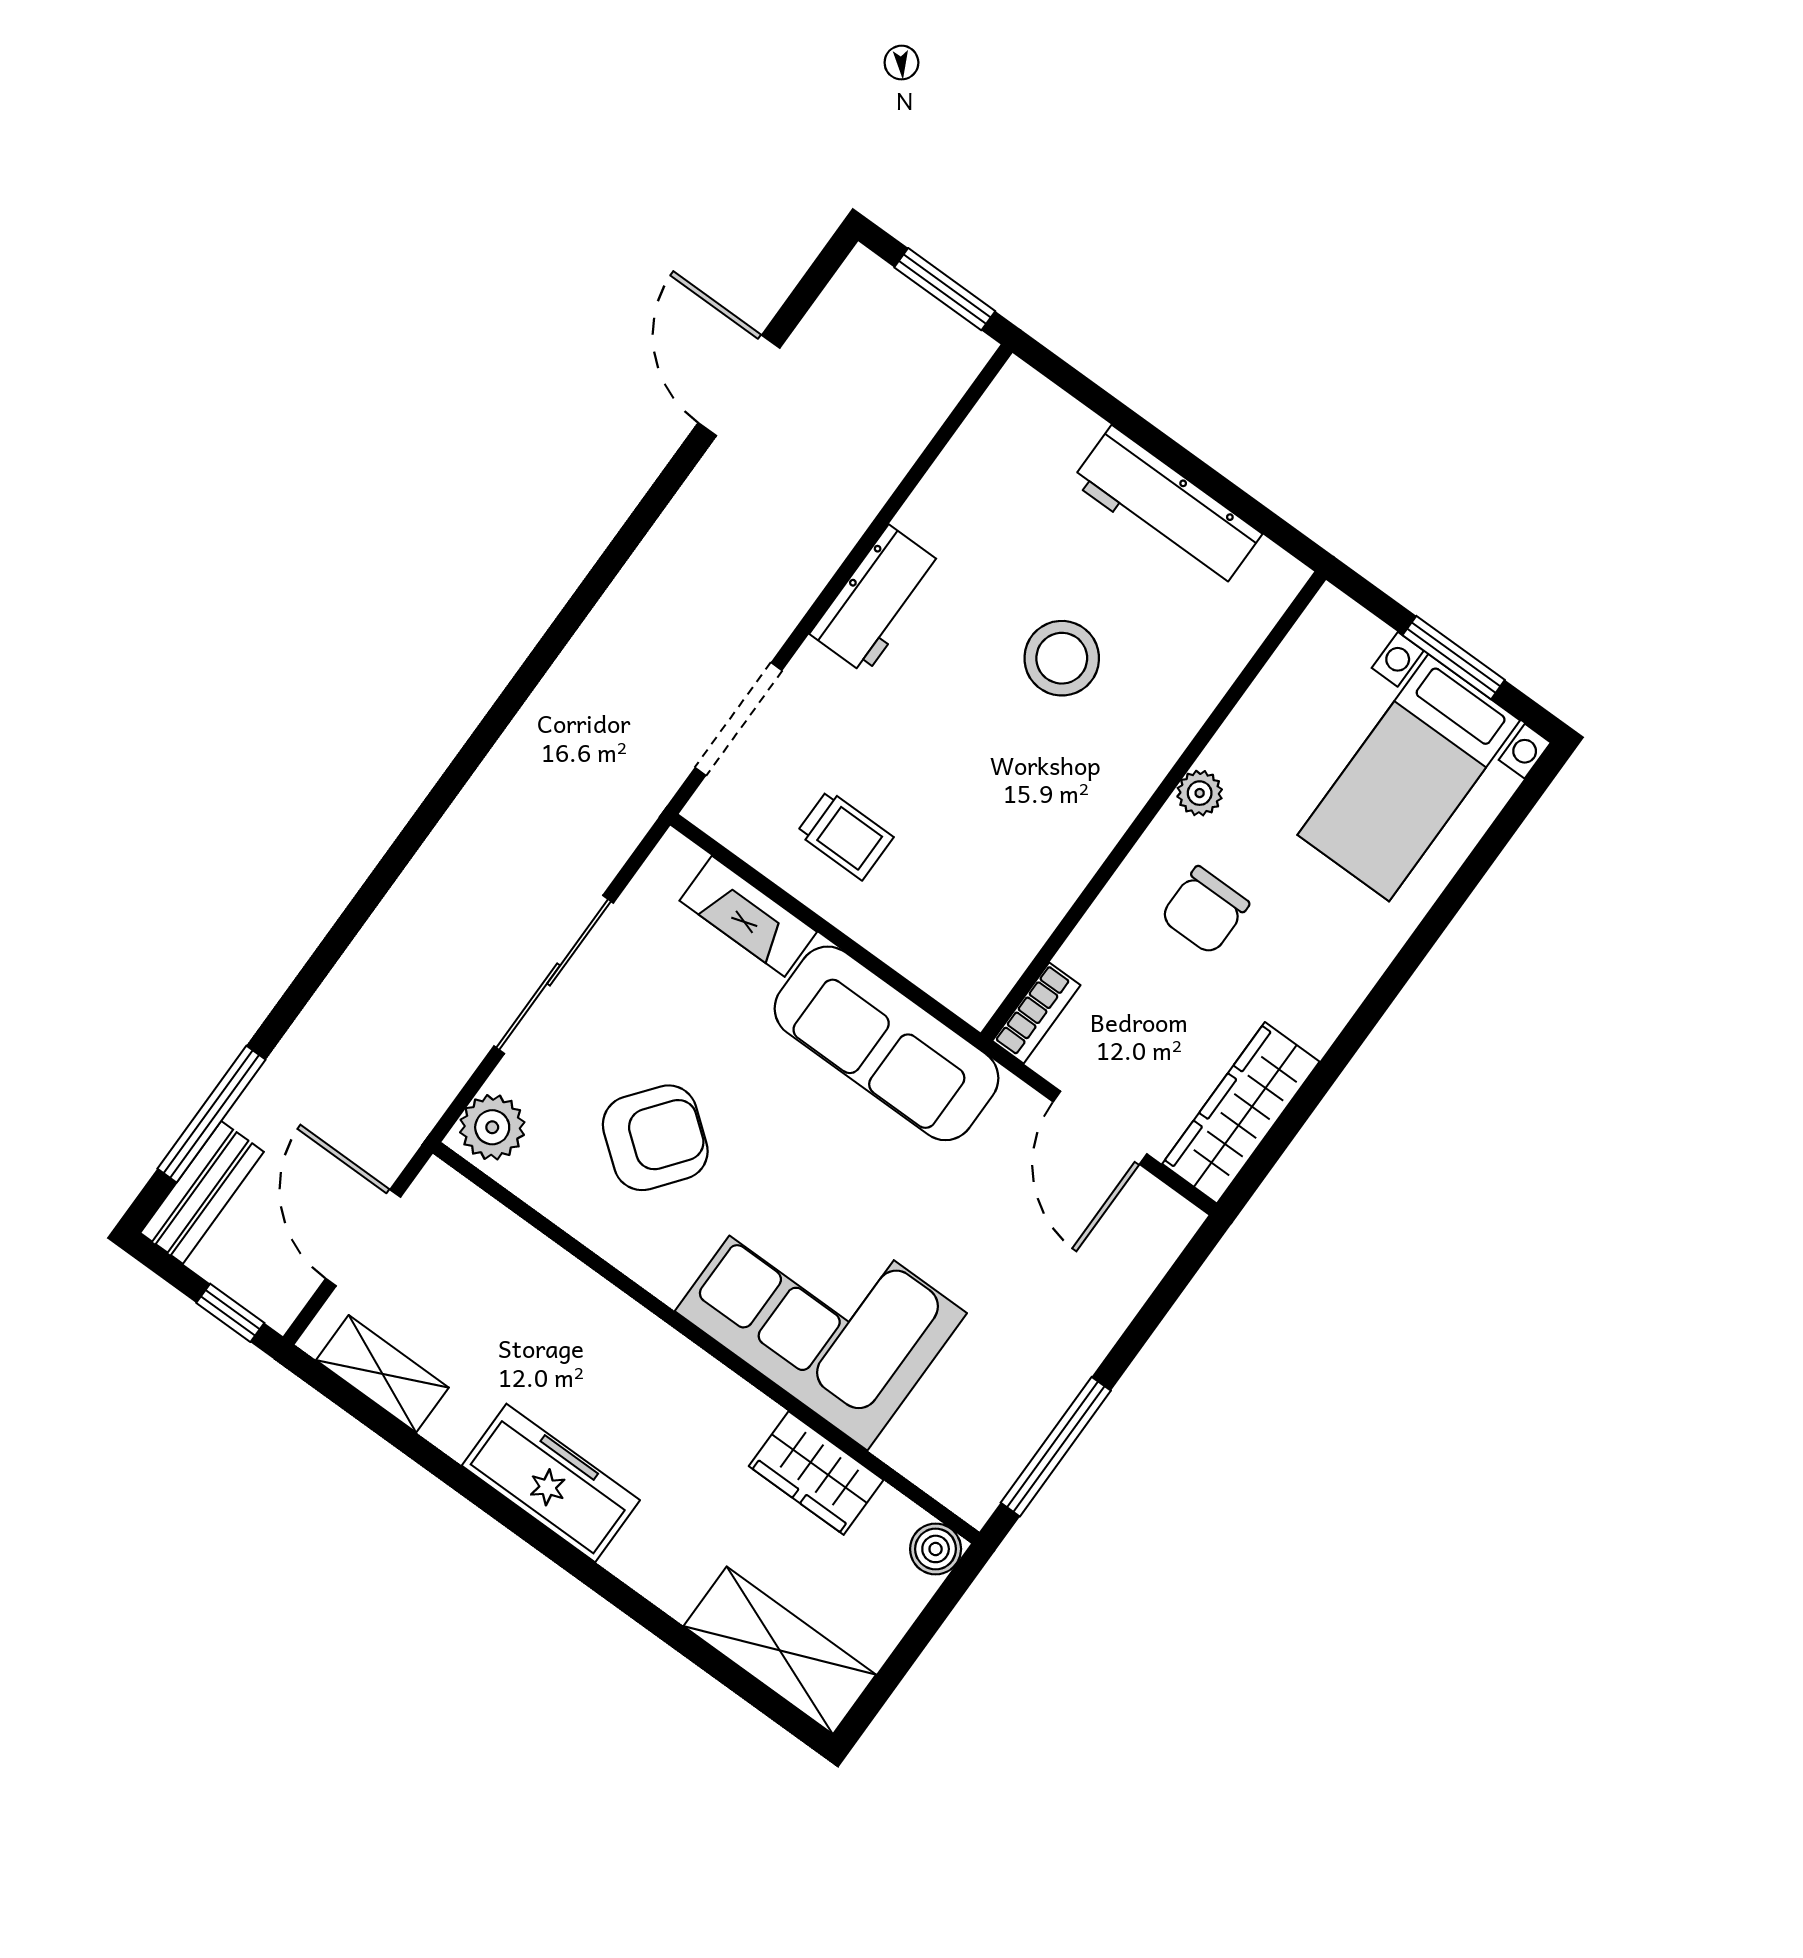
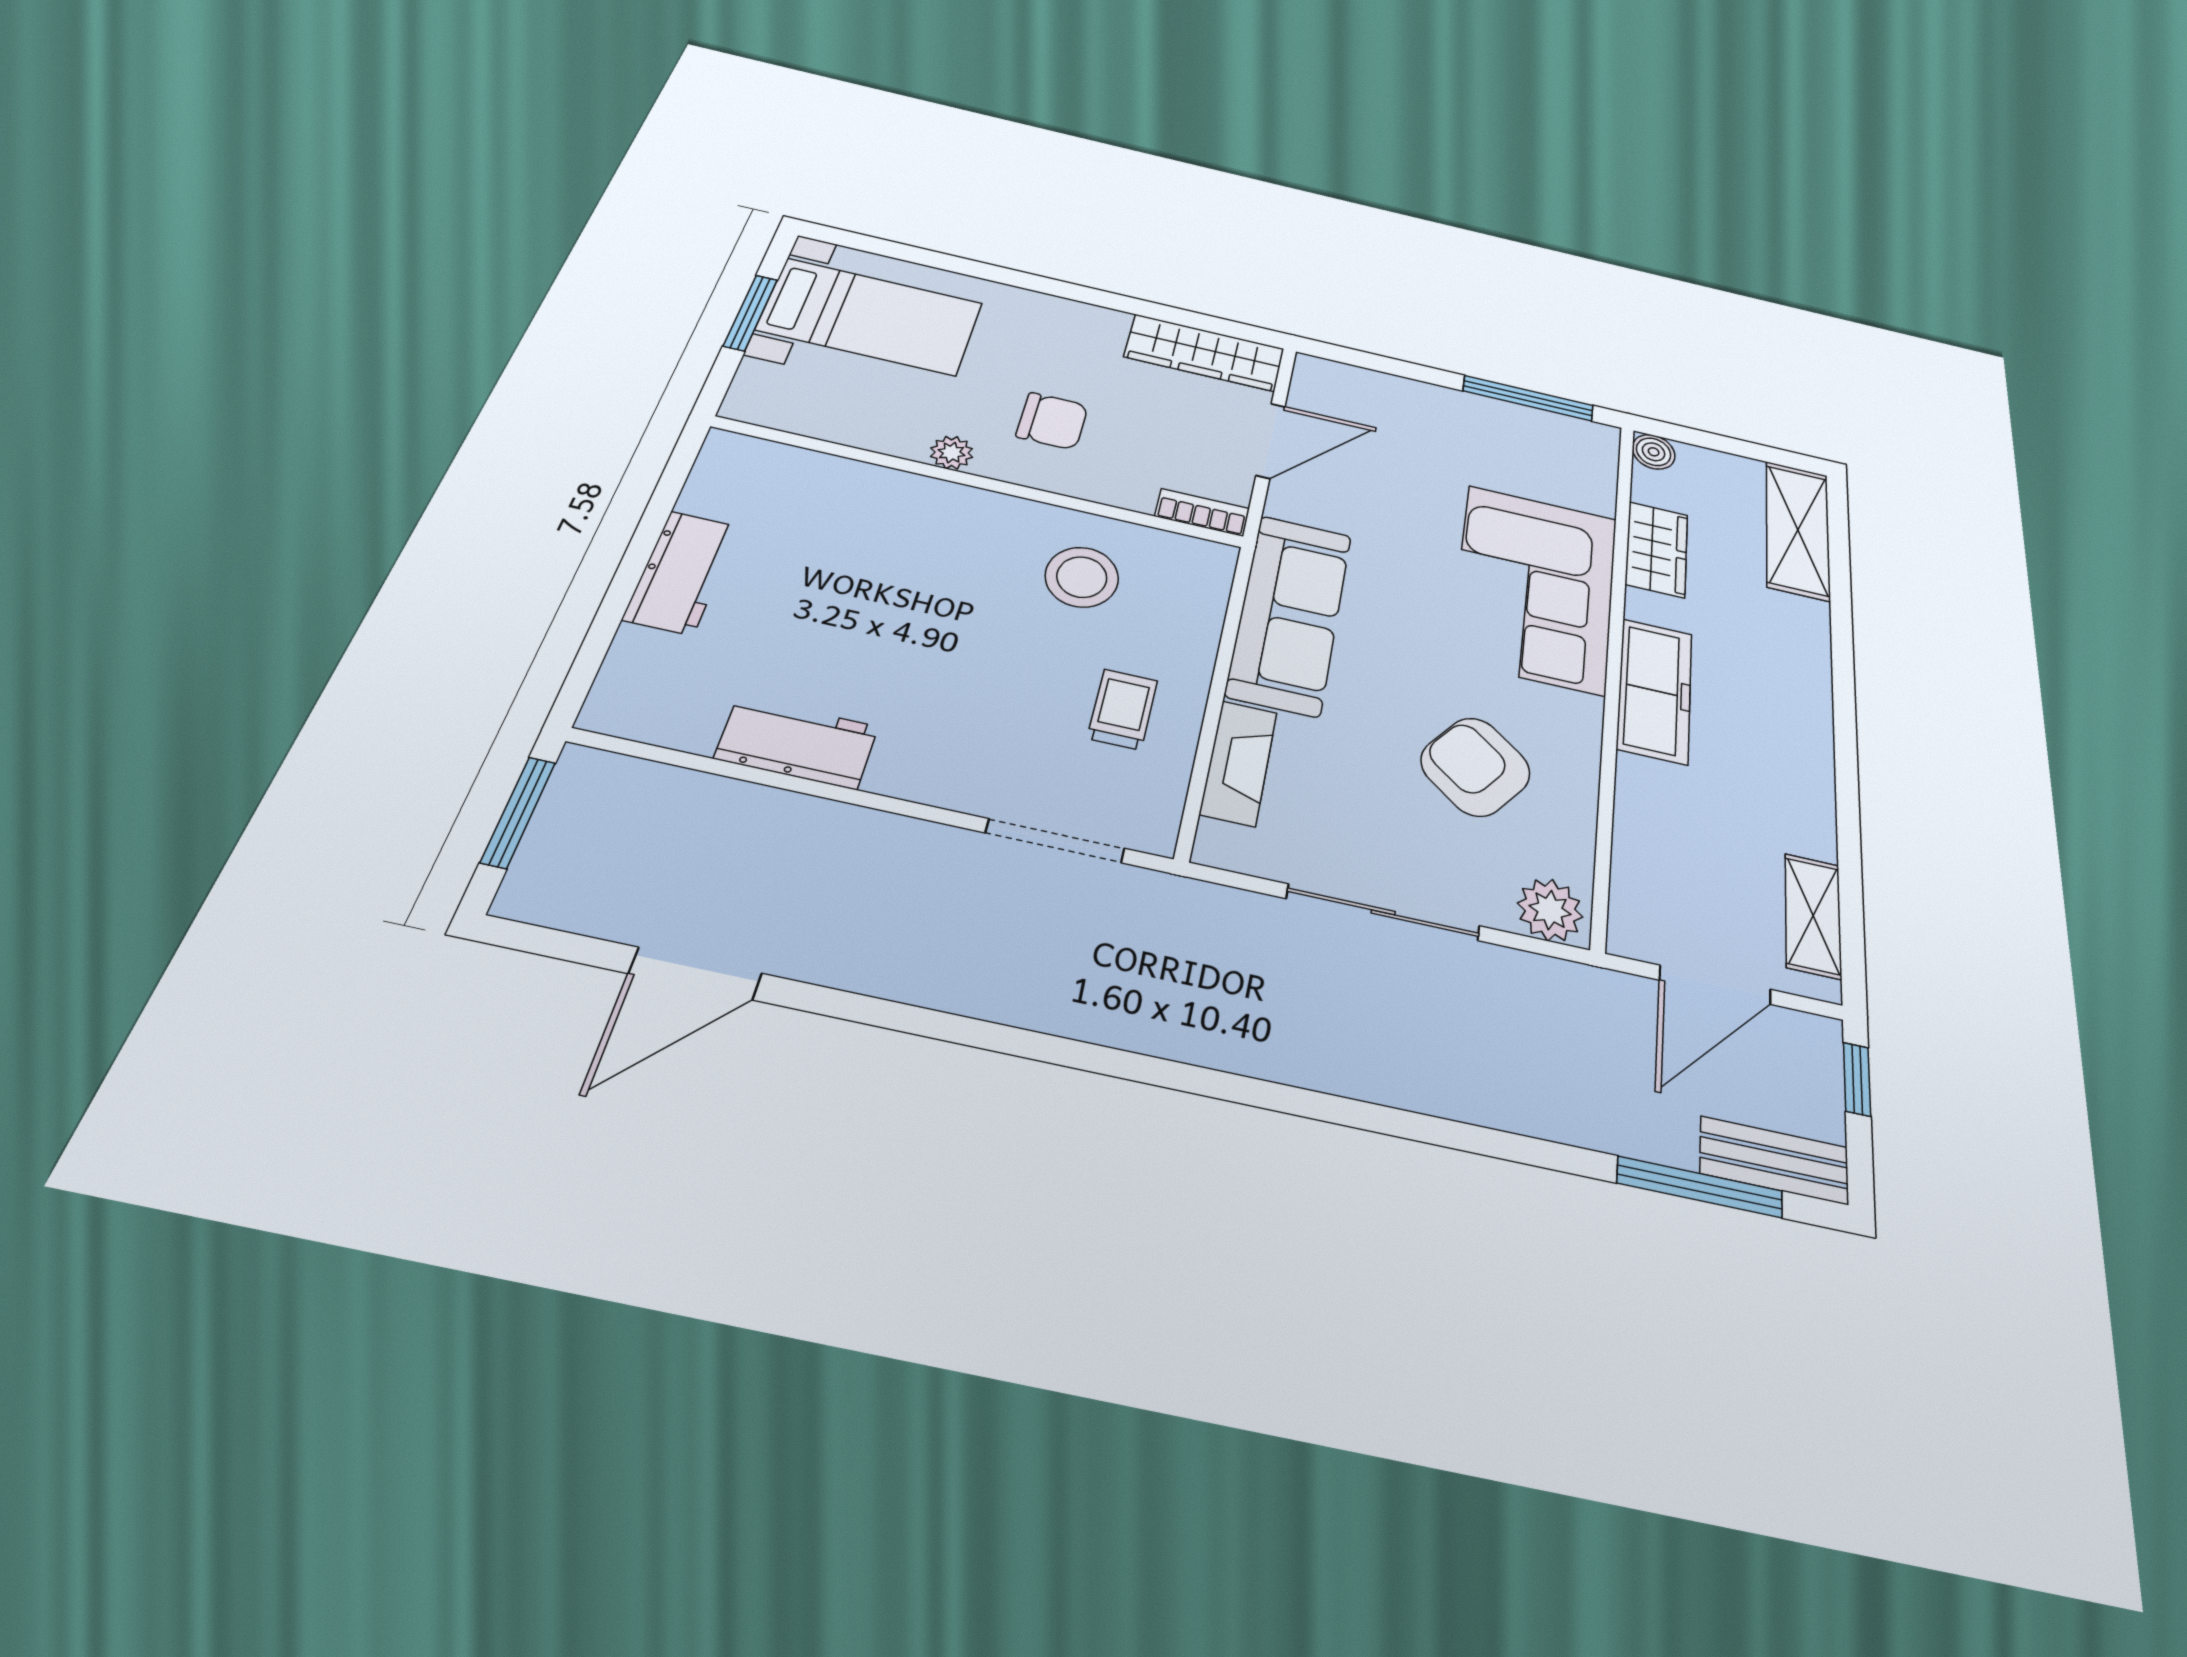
workbench: (1167, 508) -> (682, 572), width x0.73
workbench: (877, 599) -> (797, 742), moved
stool: (1062, 658) -> (1082, 577), moved
freezer: (551, 1483) -> (1655, 690), moved, turned 180

